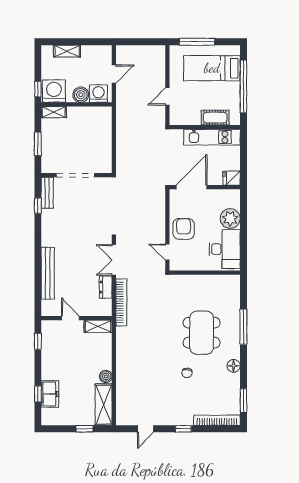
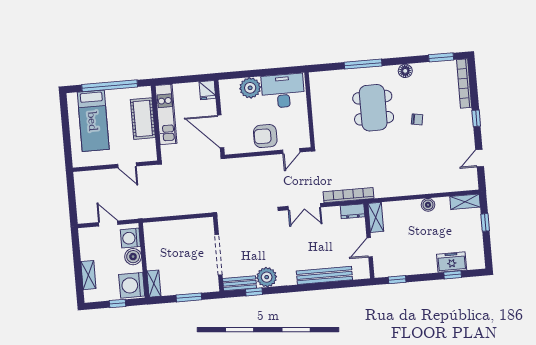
window: (197, 42) -> (67, 139), removed
window: (38, 89) -> (118, 304), moved
cot: (215, 118) -> (143, 119), width x1.37, depth x1.34
plant: (51, 219) -> (267, 277), added
dresser: (106, 287) -> (353, 211), moved
dining table: (202, 333) -> (373, 108), turned 90
shelving: (104, 405) -> (465, 202), width x0.67, depth x0.75
door: (146, 429) -> (480, 158), swing flipped

